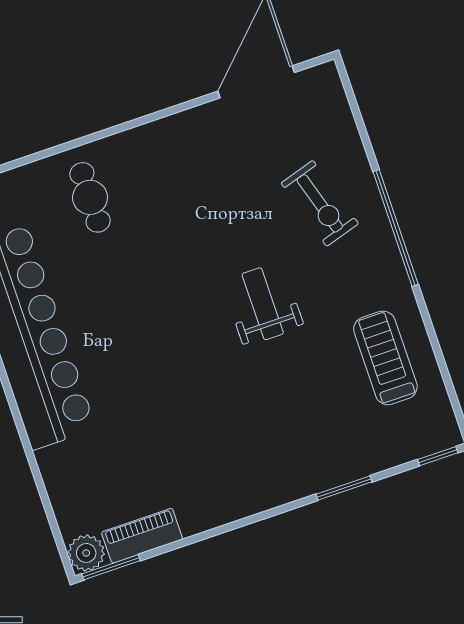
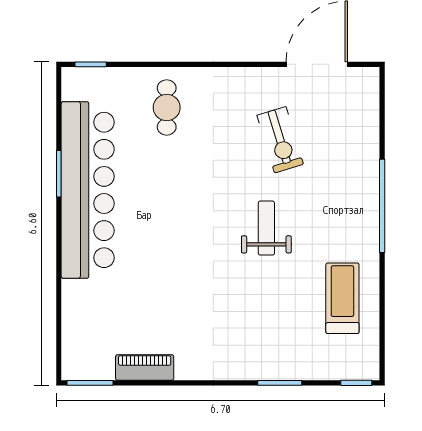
exercise bike: (320, 203) -> (280, 140), moved
piano: (142, 536) -> (145, 367), moved
plant: (86, 553) -> (75, 366), removed

